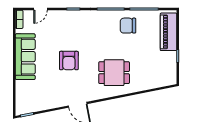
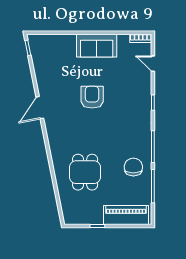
sofa: (25, 57) -> (97, 46), width x0.73
armchair: (69, 61) -> (92, 97), turned 90
dining table: (114, 73) -> (85, 172), moved

